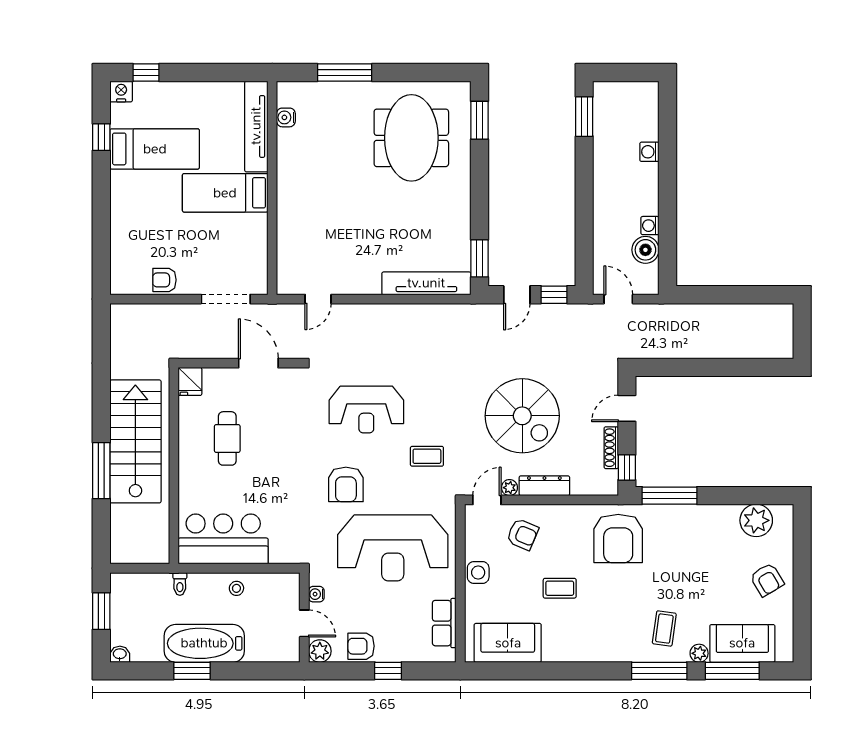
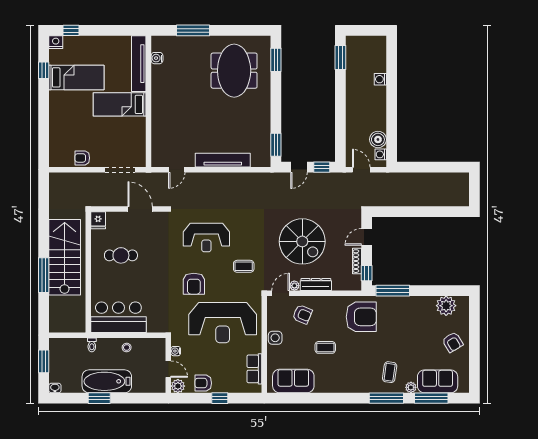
washing machine: (650, 226) -> (381, 154), moved
tv unit: (426, 283) -> (223, 160), moved
cafe table: (227, 438) -> (121, 255), turned 90
armchair: (618, 538) -> (361, 317), turned -90

